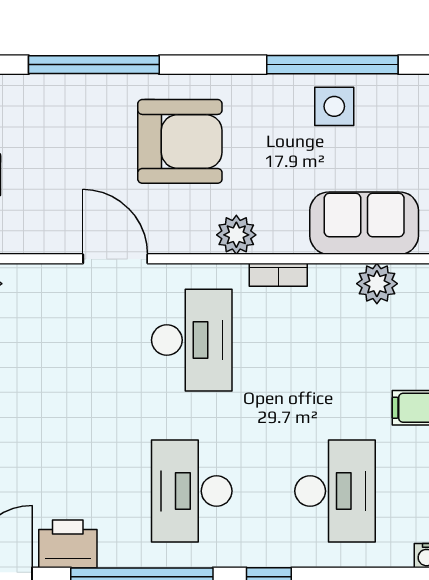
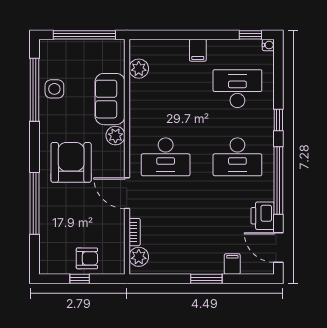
sofa: (364, 223) -> (110, 99), moved
door: (115, 259) -> (127, 193), hinge flipped
bookcase: (278, 275) -> (135, 232), moved
desk: (192, 340) -> (166, 157), turned 180

